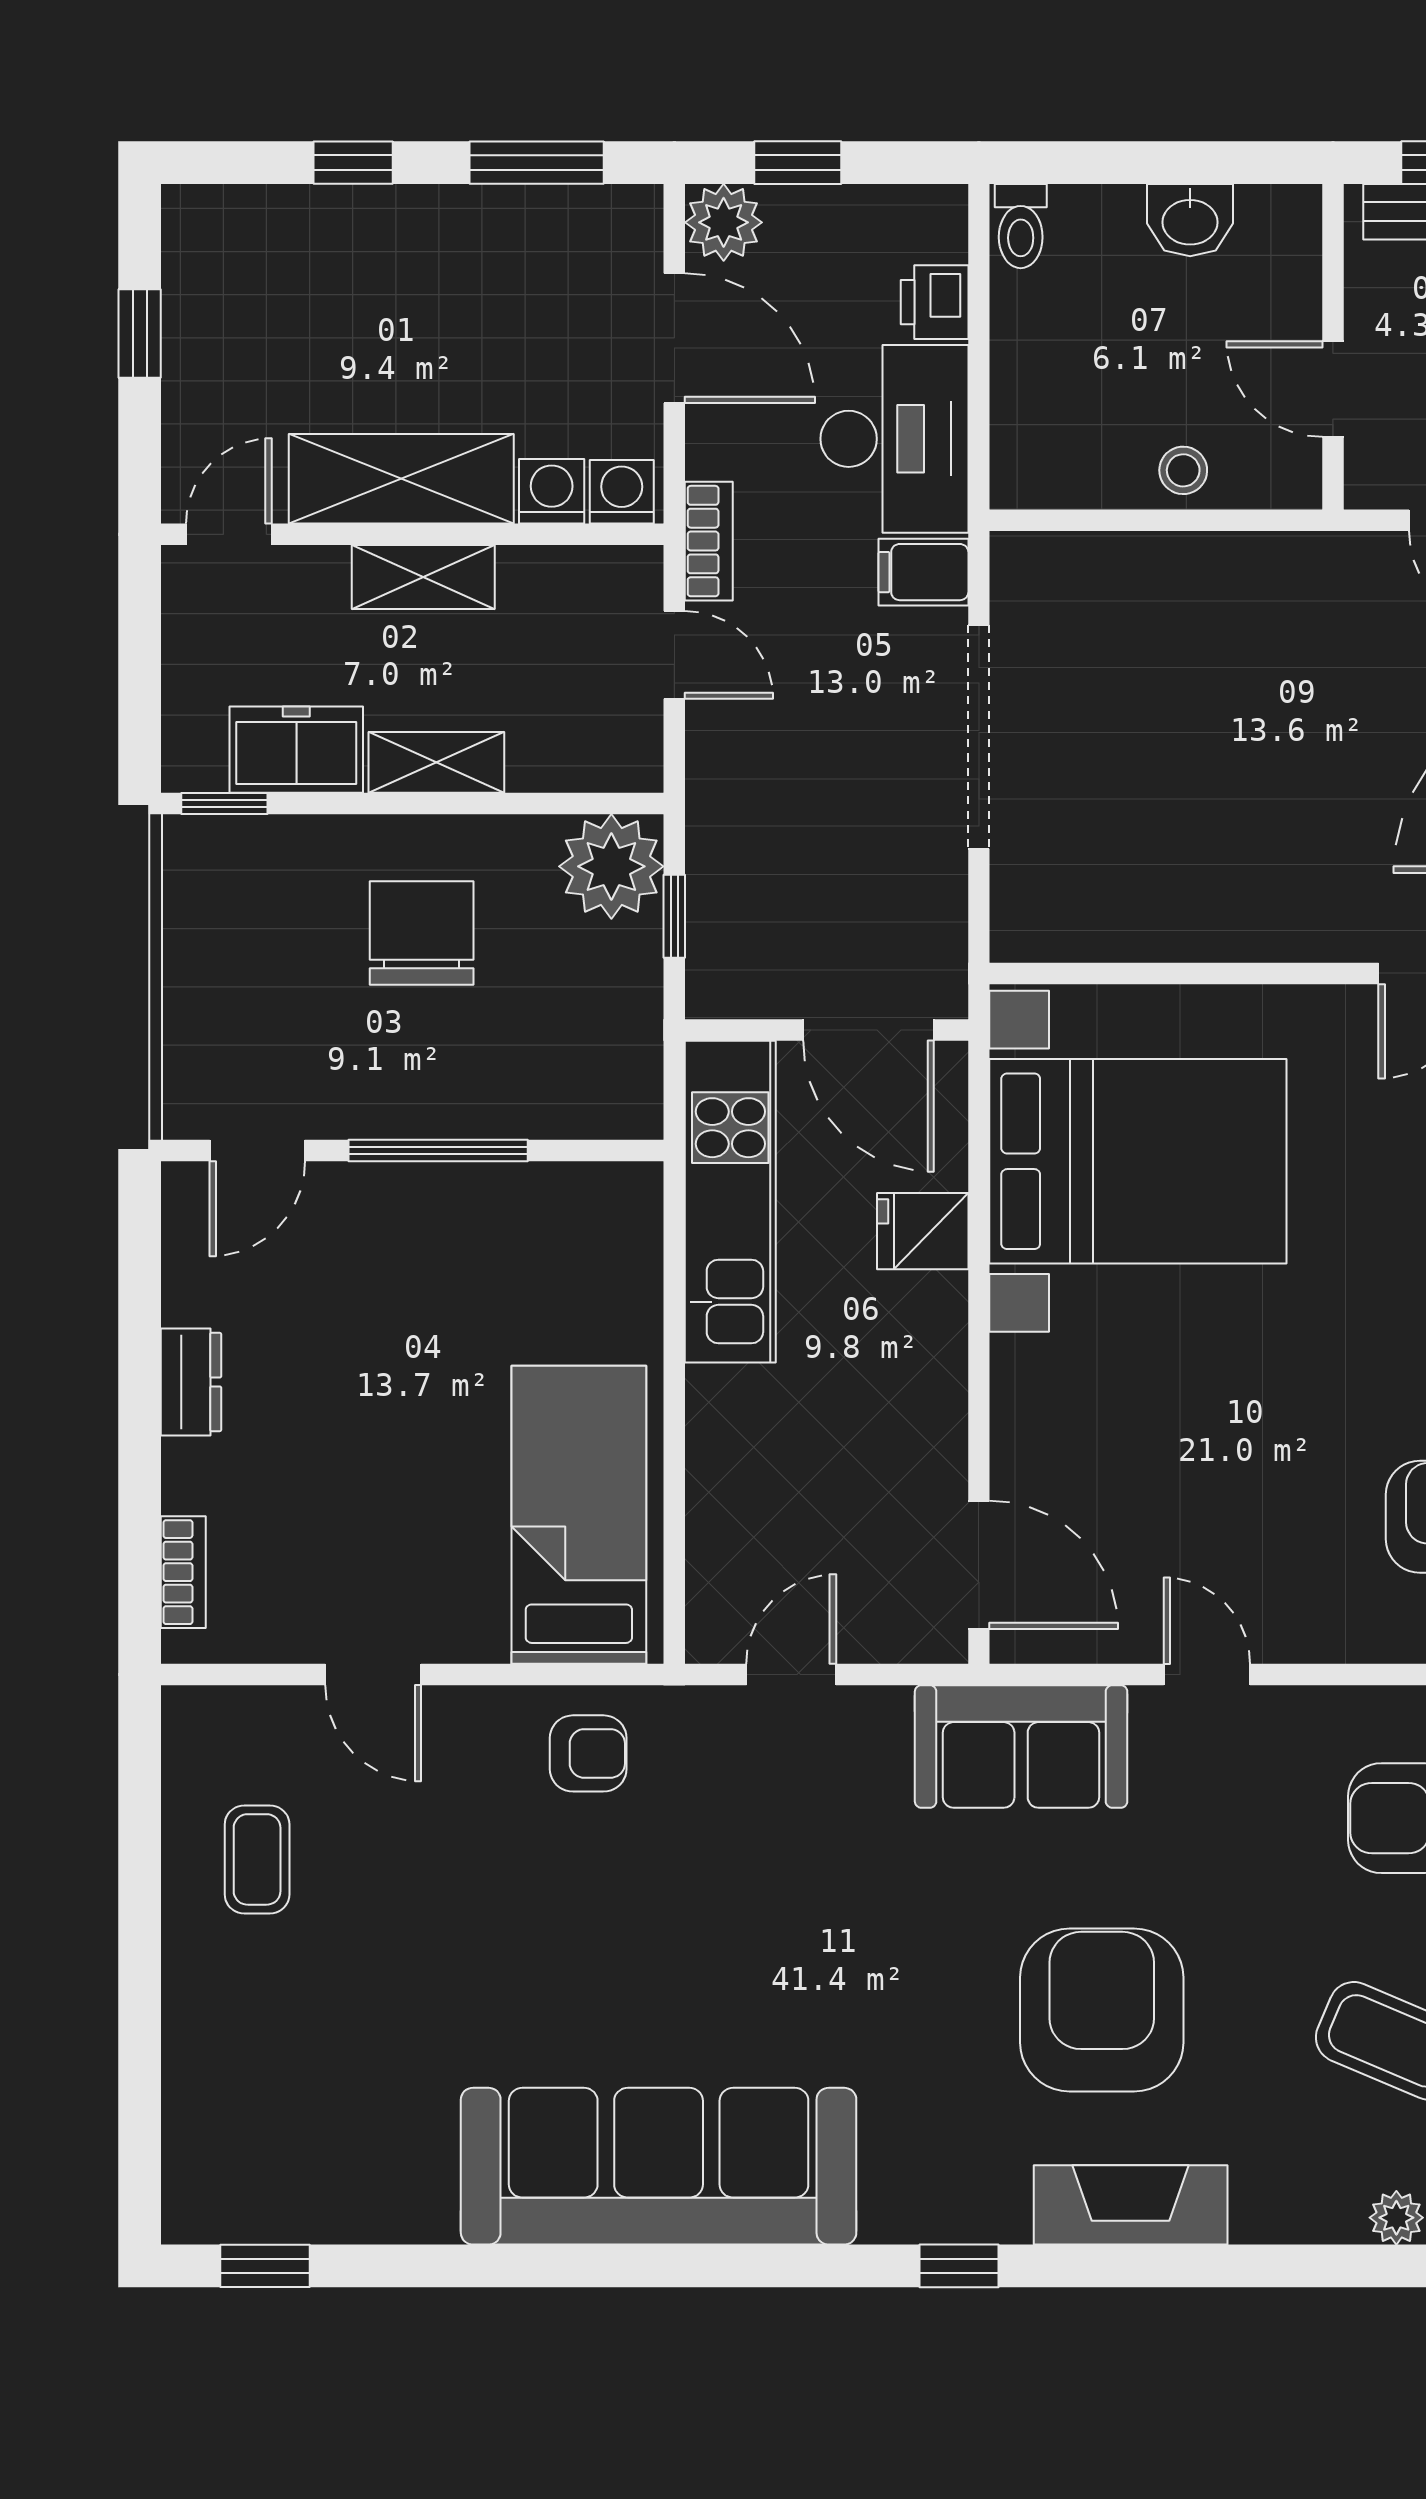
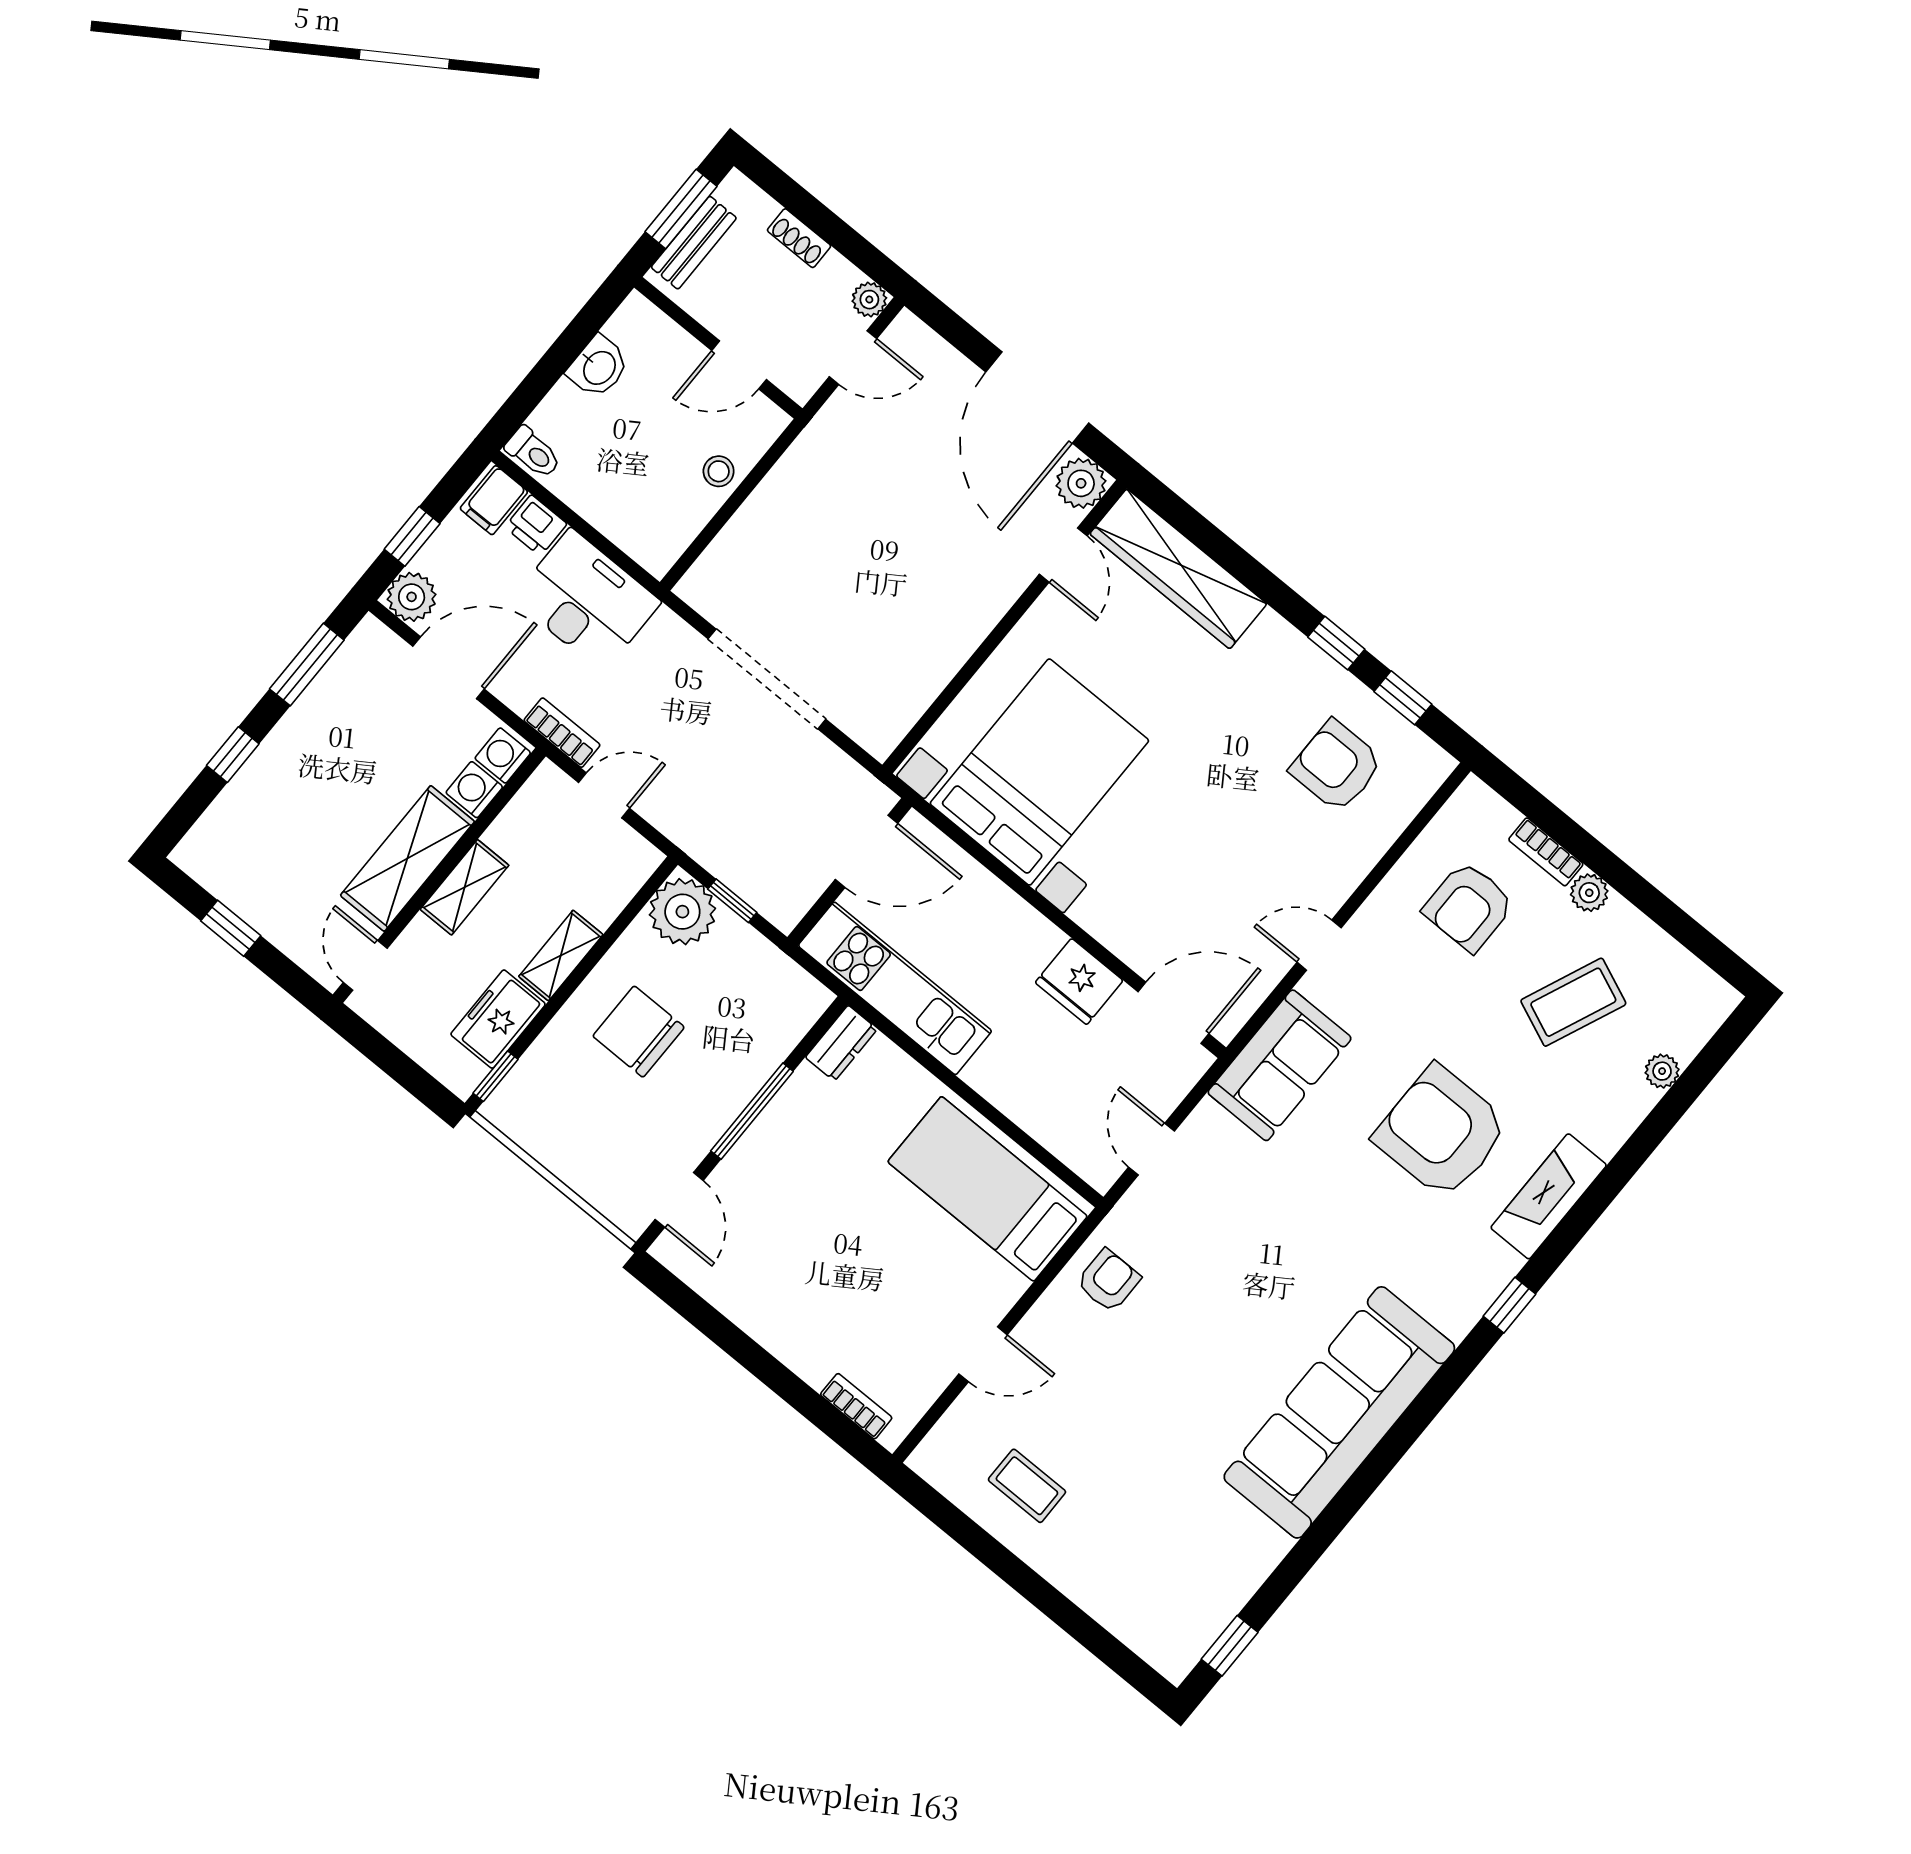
filing cabinet: (923, 572) -> (494, 500), moved
fridge: (923, 1231) -> (1079, 981), moved, width x1.38
dresser: (191, 1382) -> (841, 1043), moved, turned 90

